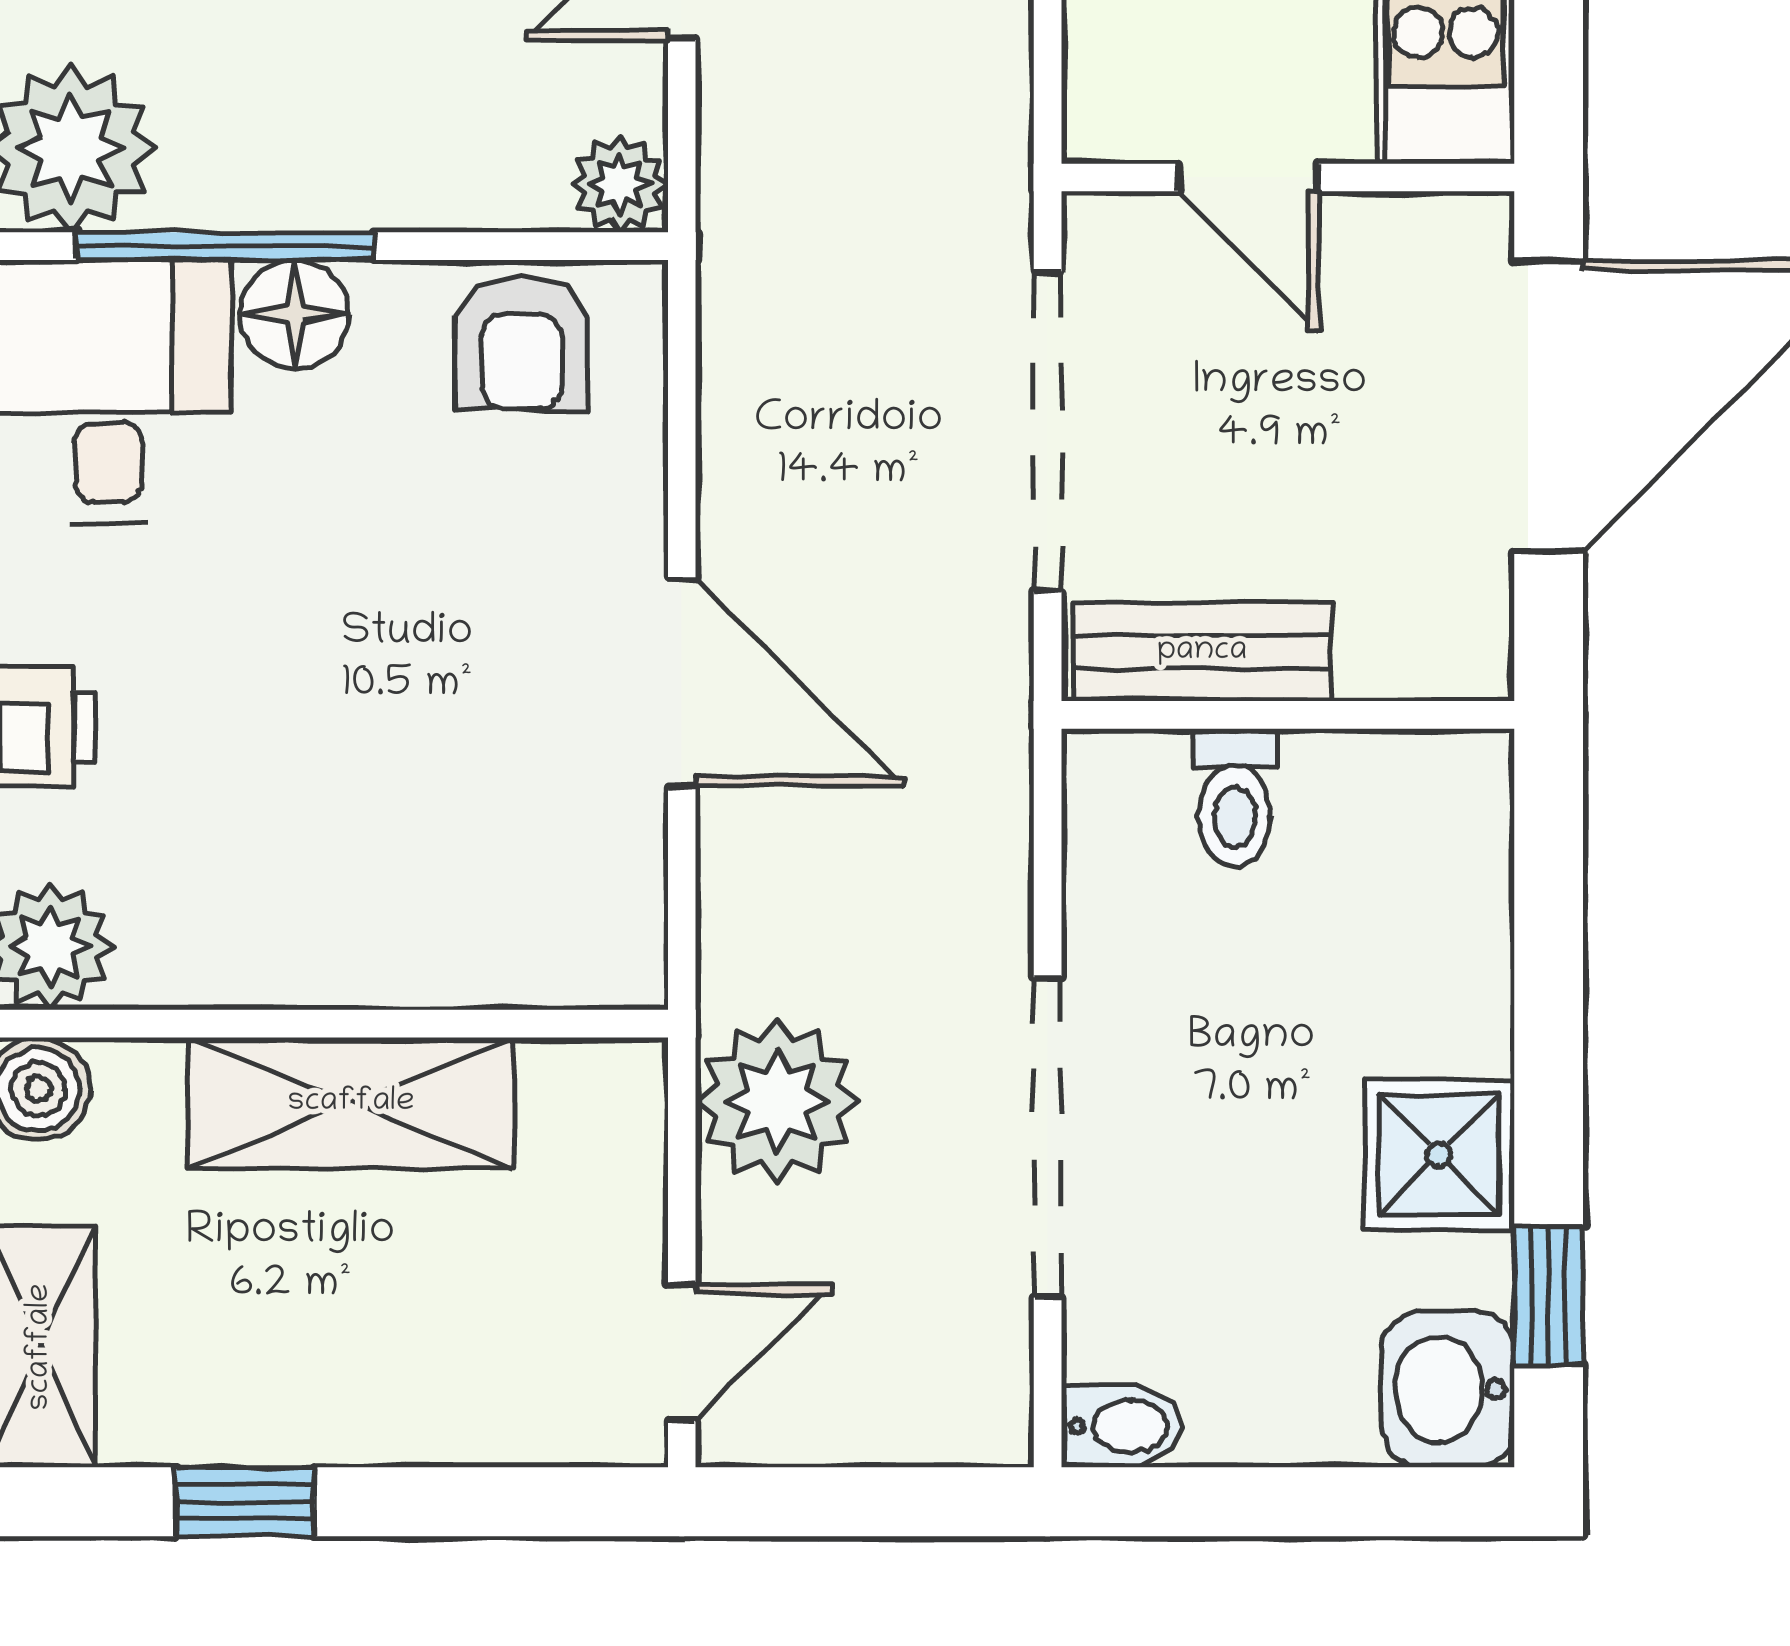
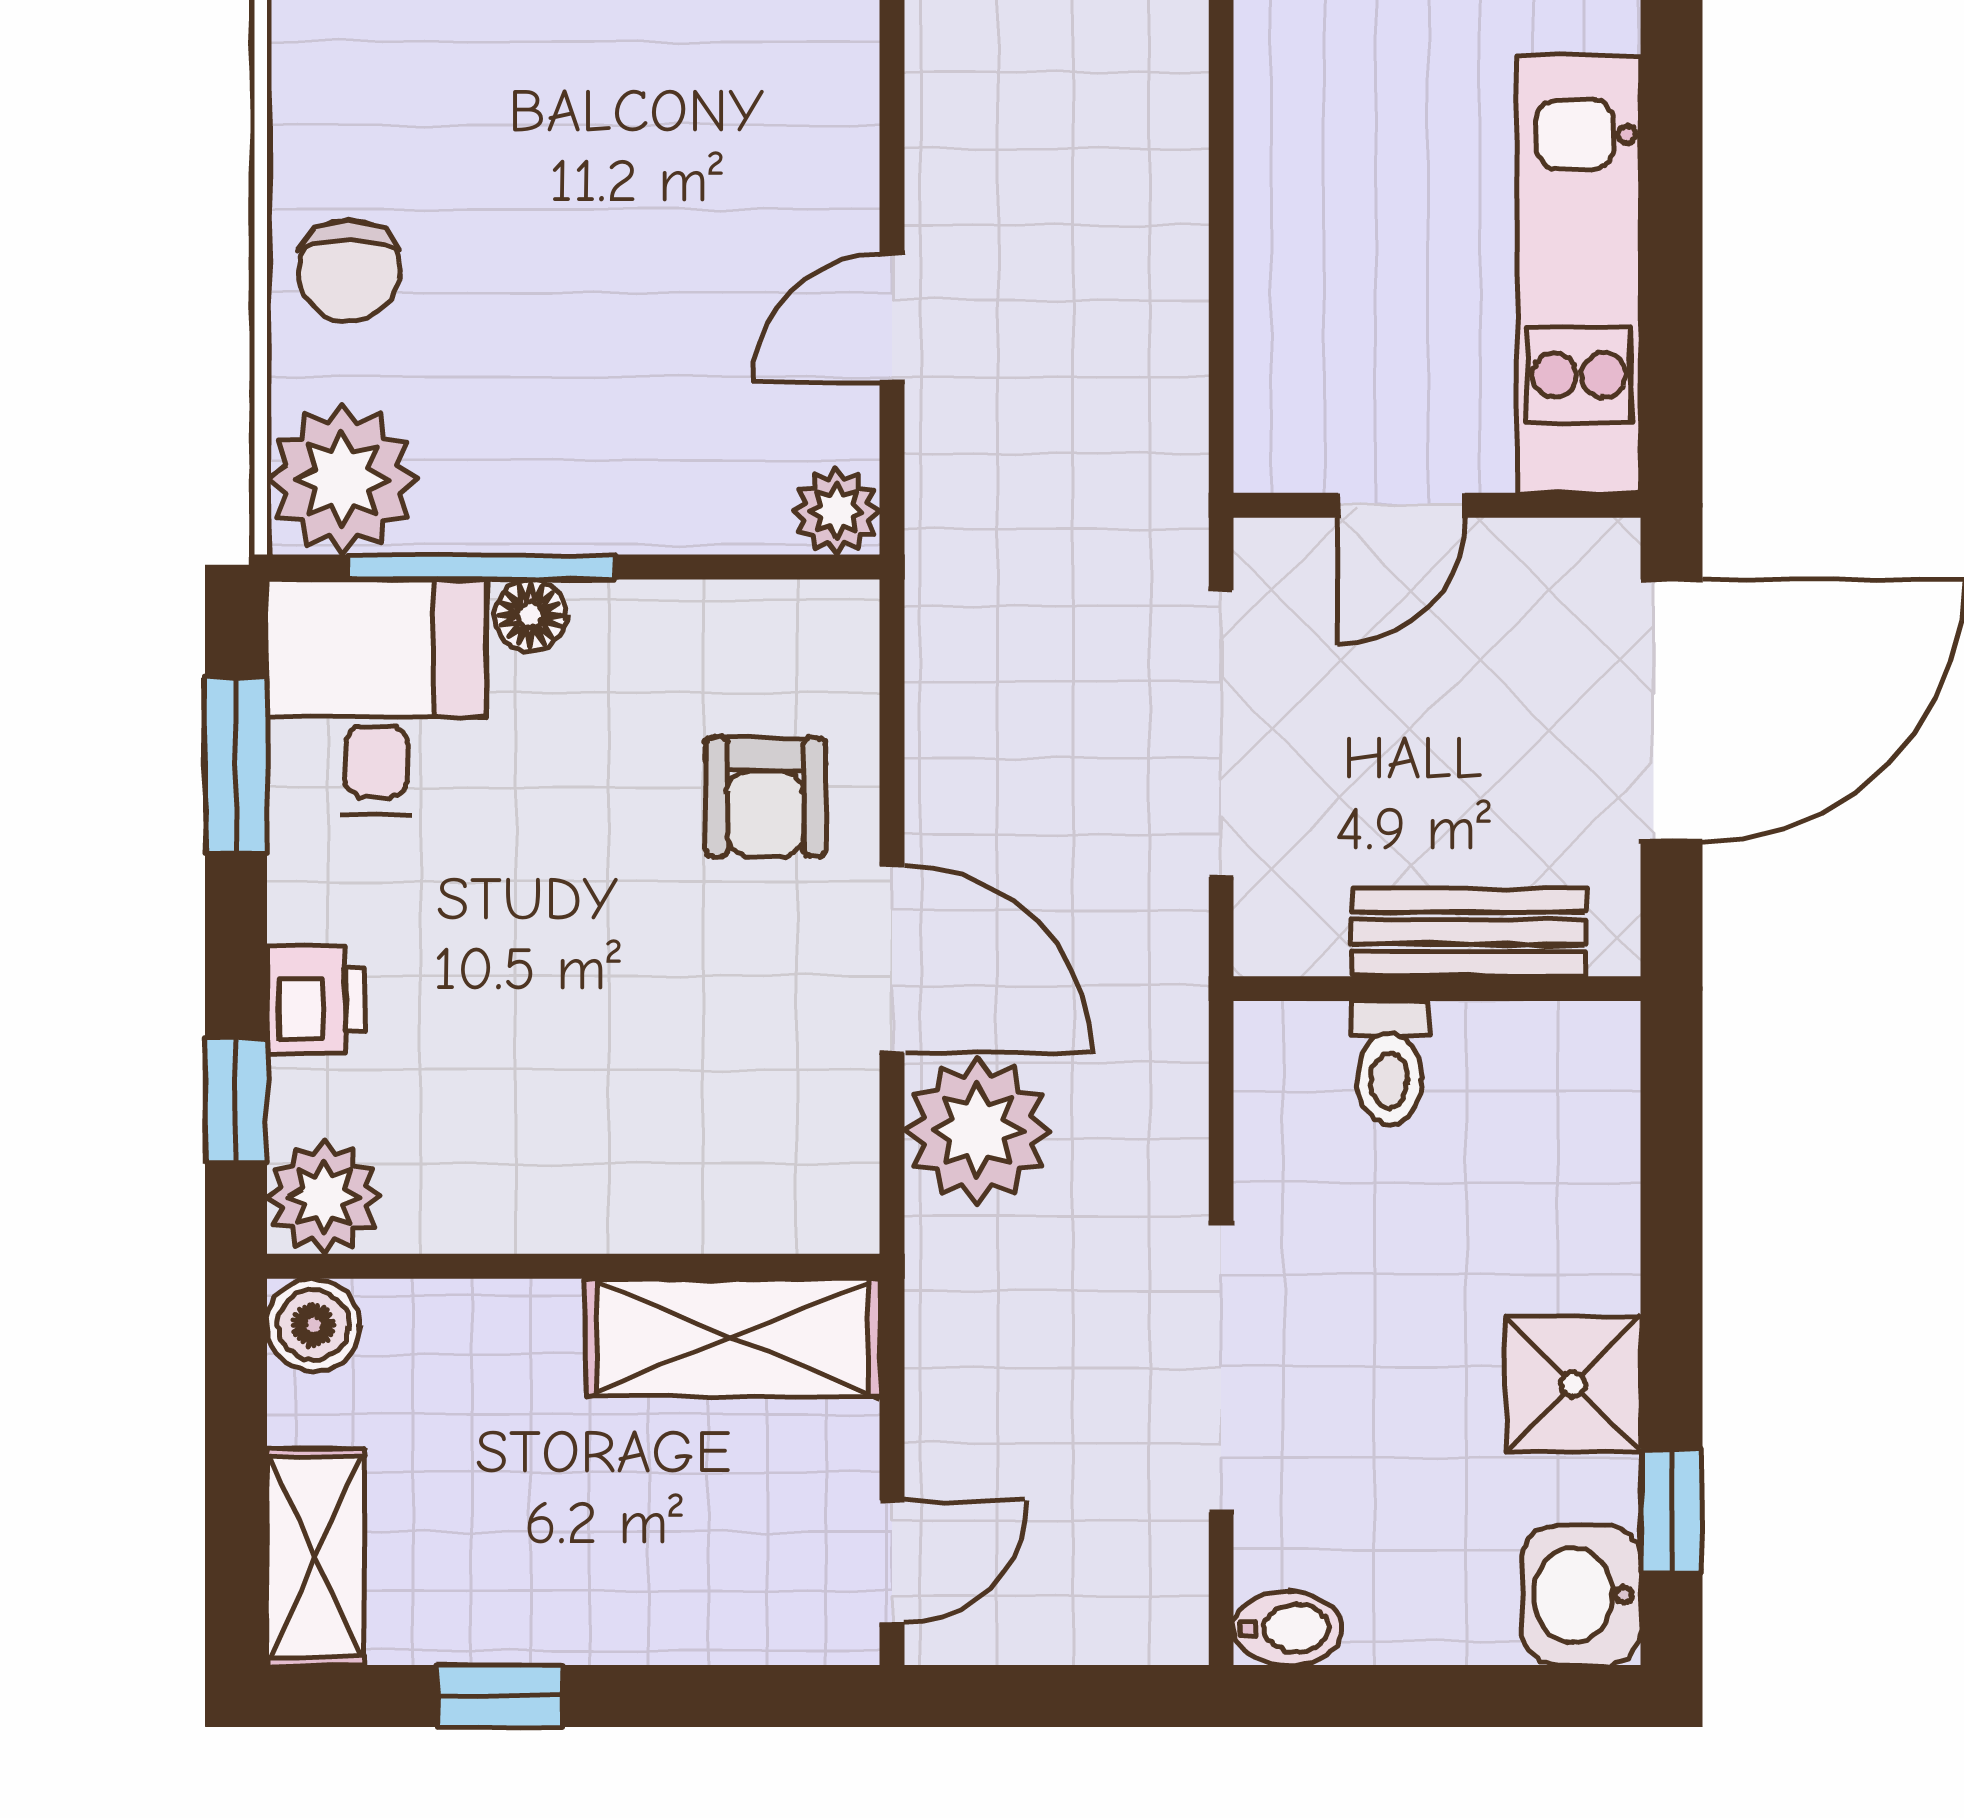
door: (1248, 177) -> (1402, 505), hinge flipped
floor lamp: (294, 314) -> (530, 615), width x0.73, depth x0.73
armchair: (521, 343) -> (766, 797), moved
bench: (1202, 652) -> (1469, 932), moved
plant: (777, 1101) -> (978, 1130), moved
shelving: (351, 1103) -> (733, 1337), moved

